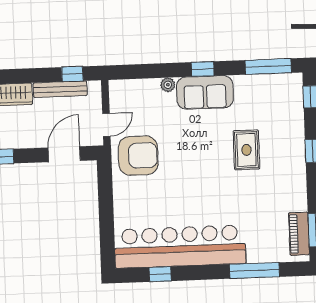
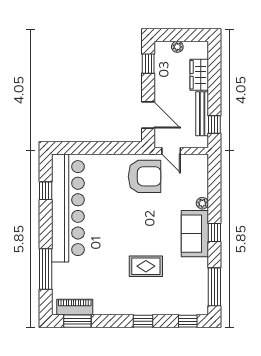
armchair: (138, 156) -> (145, 176), turned -90

